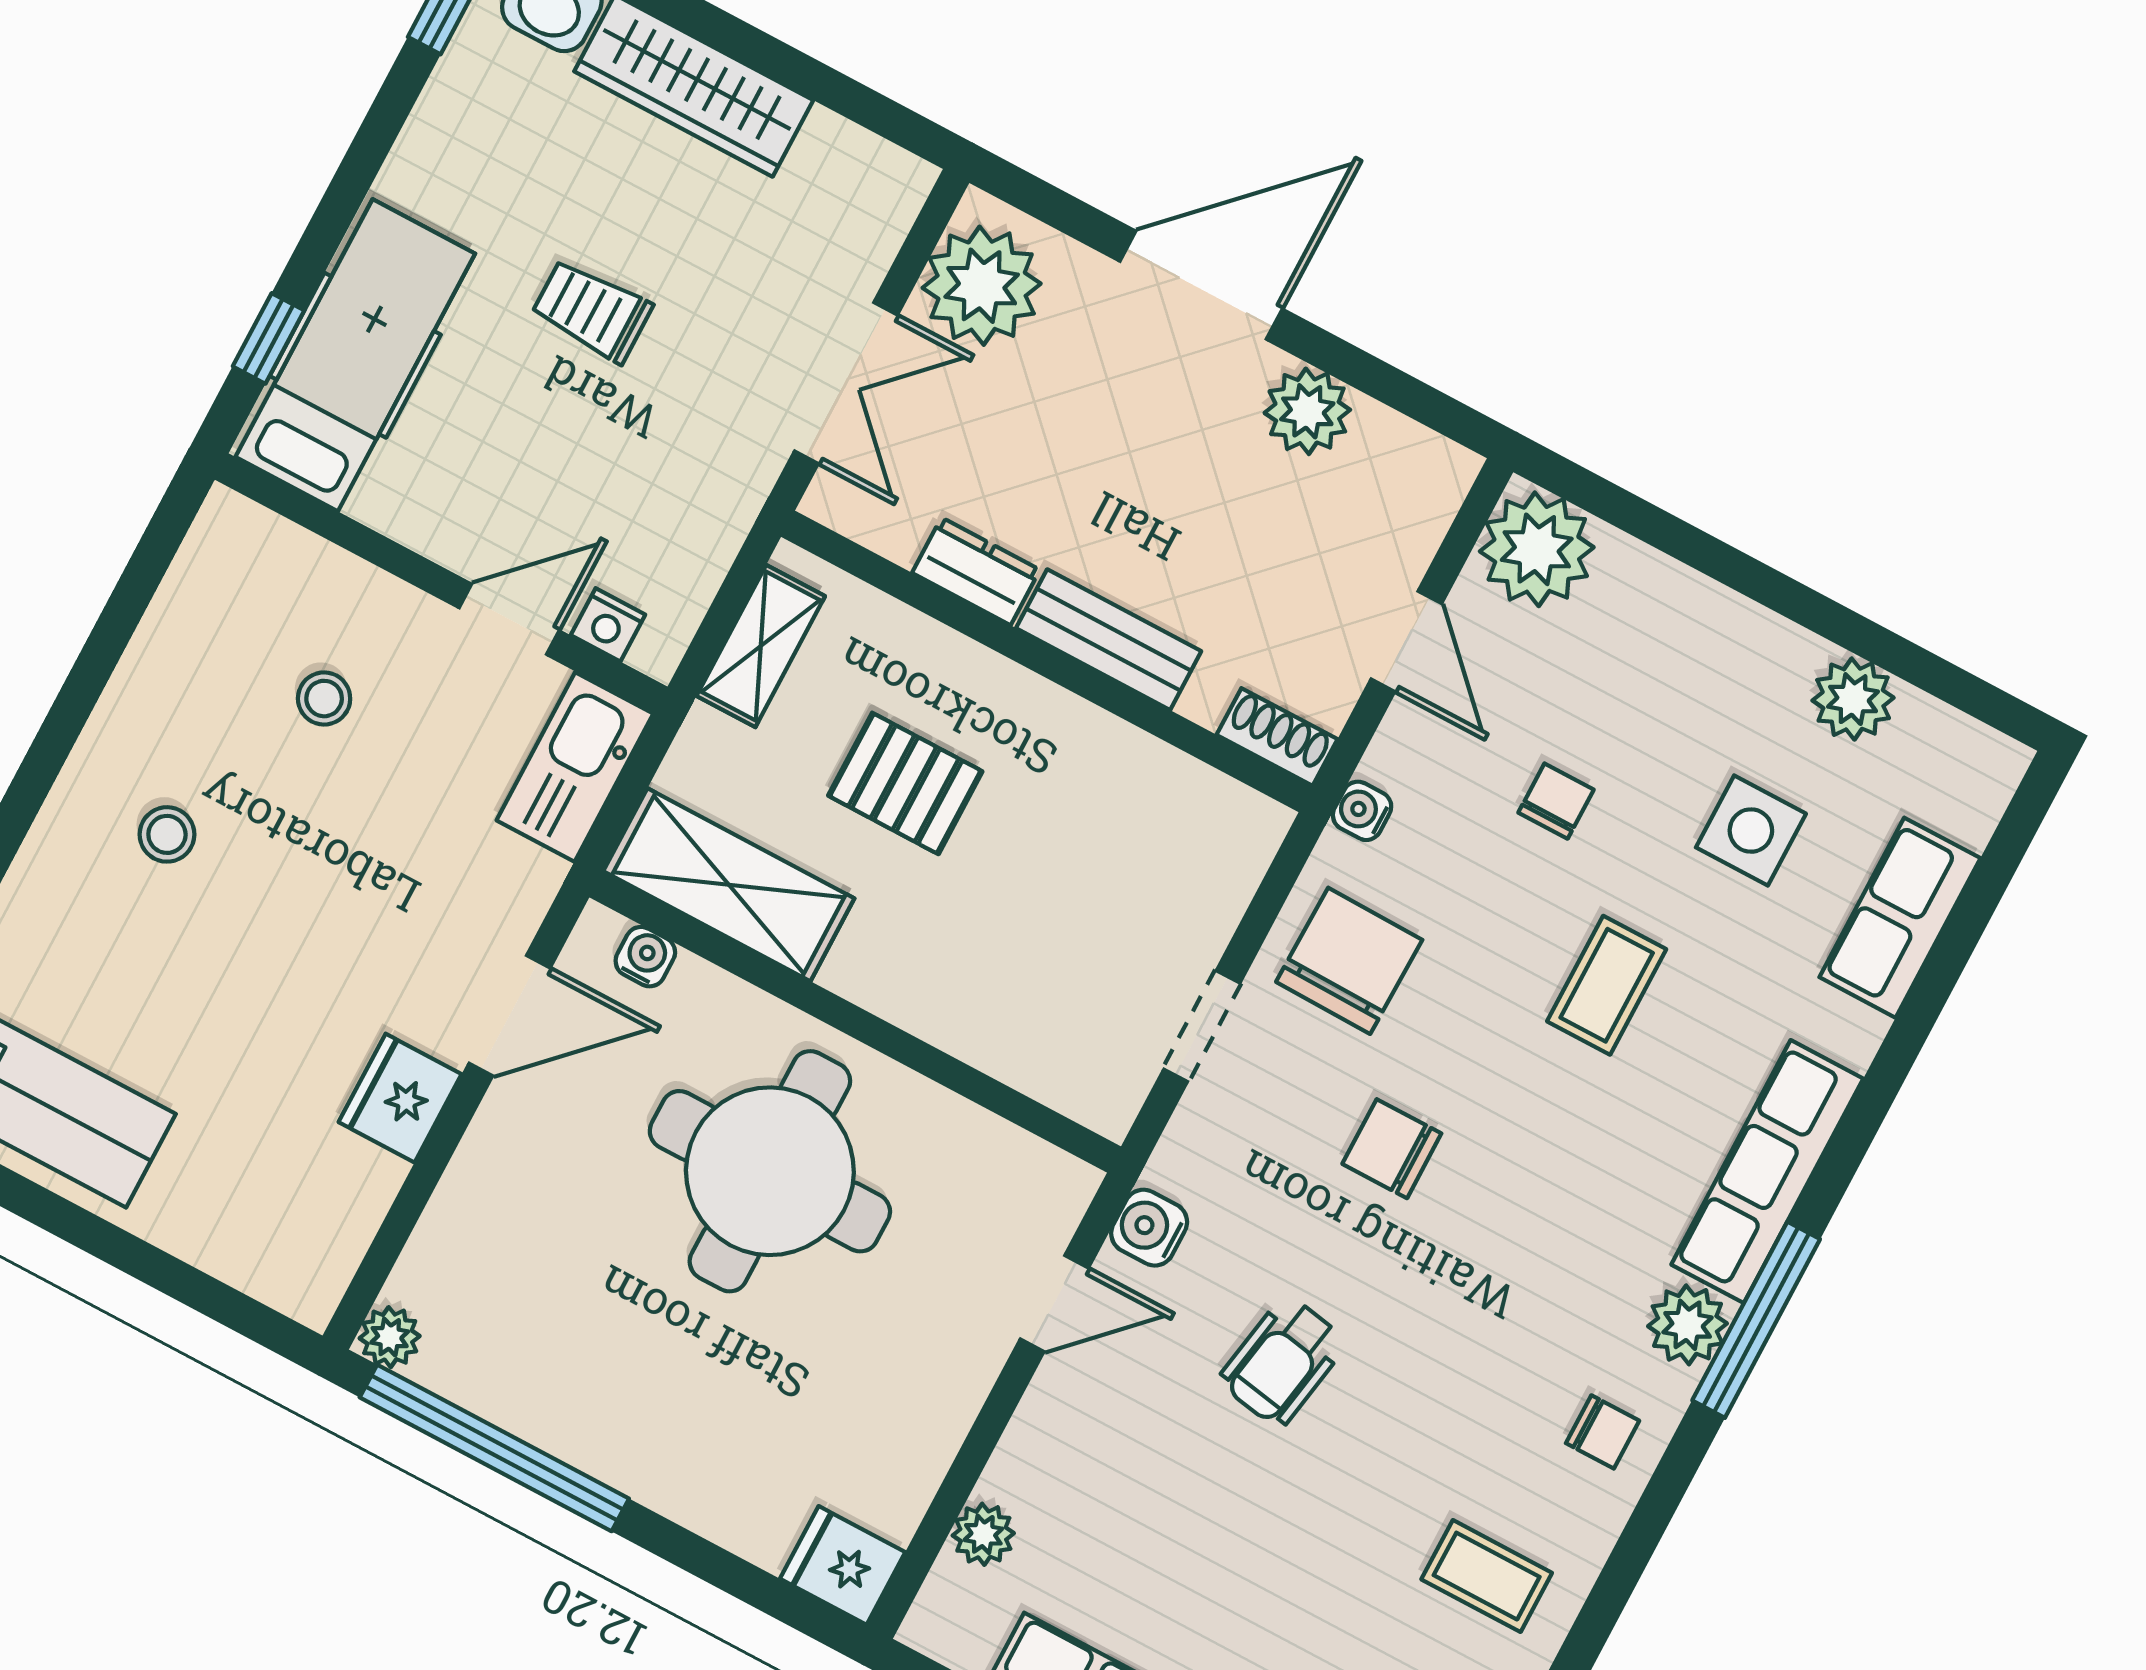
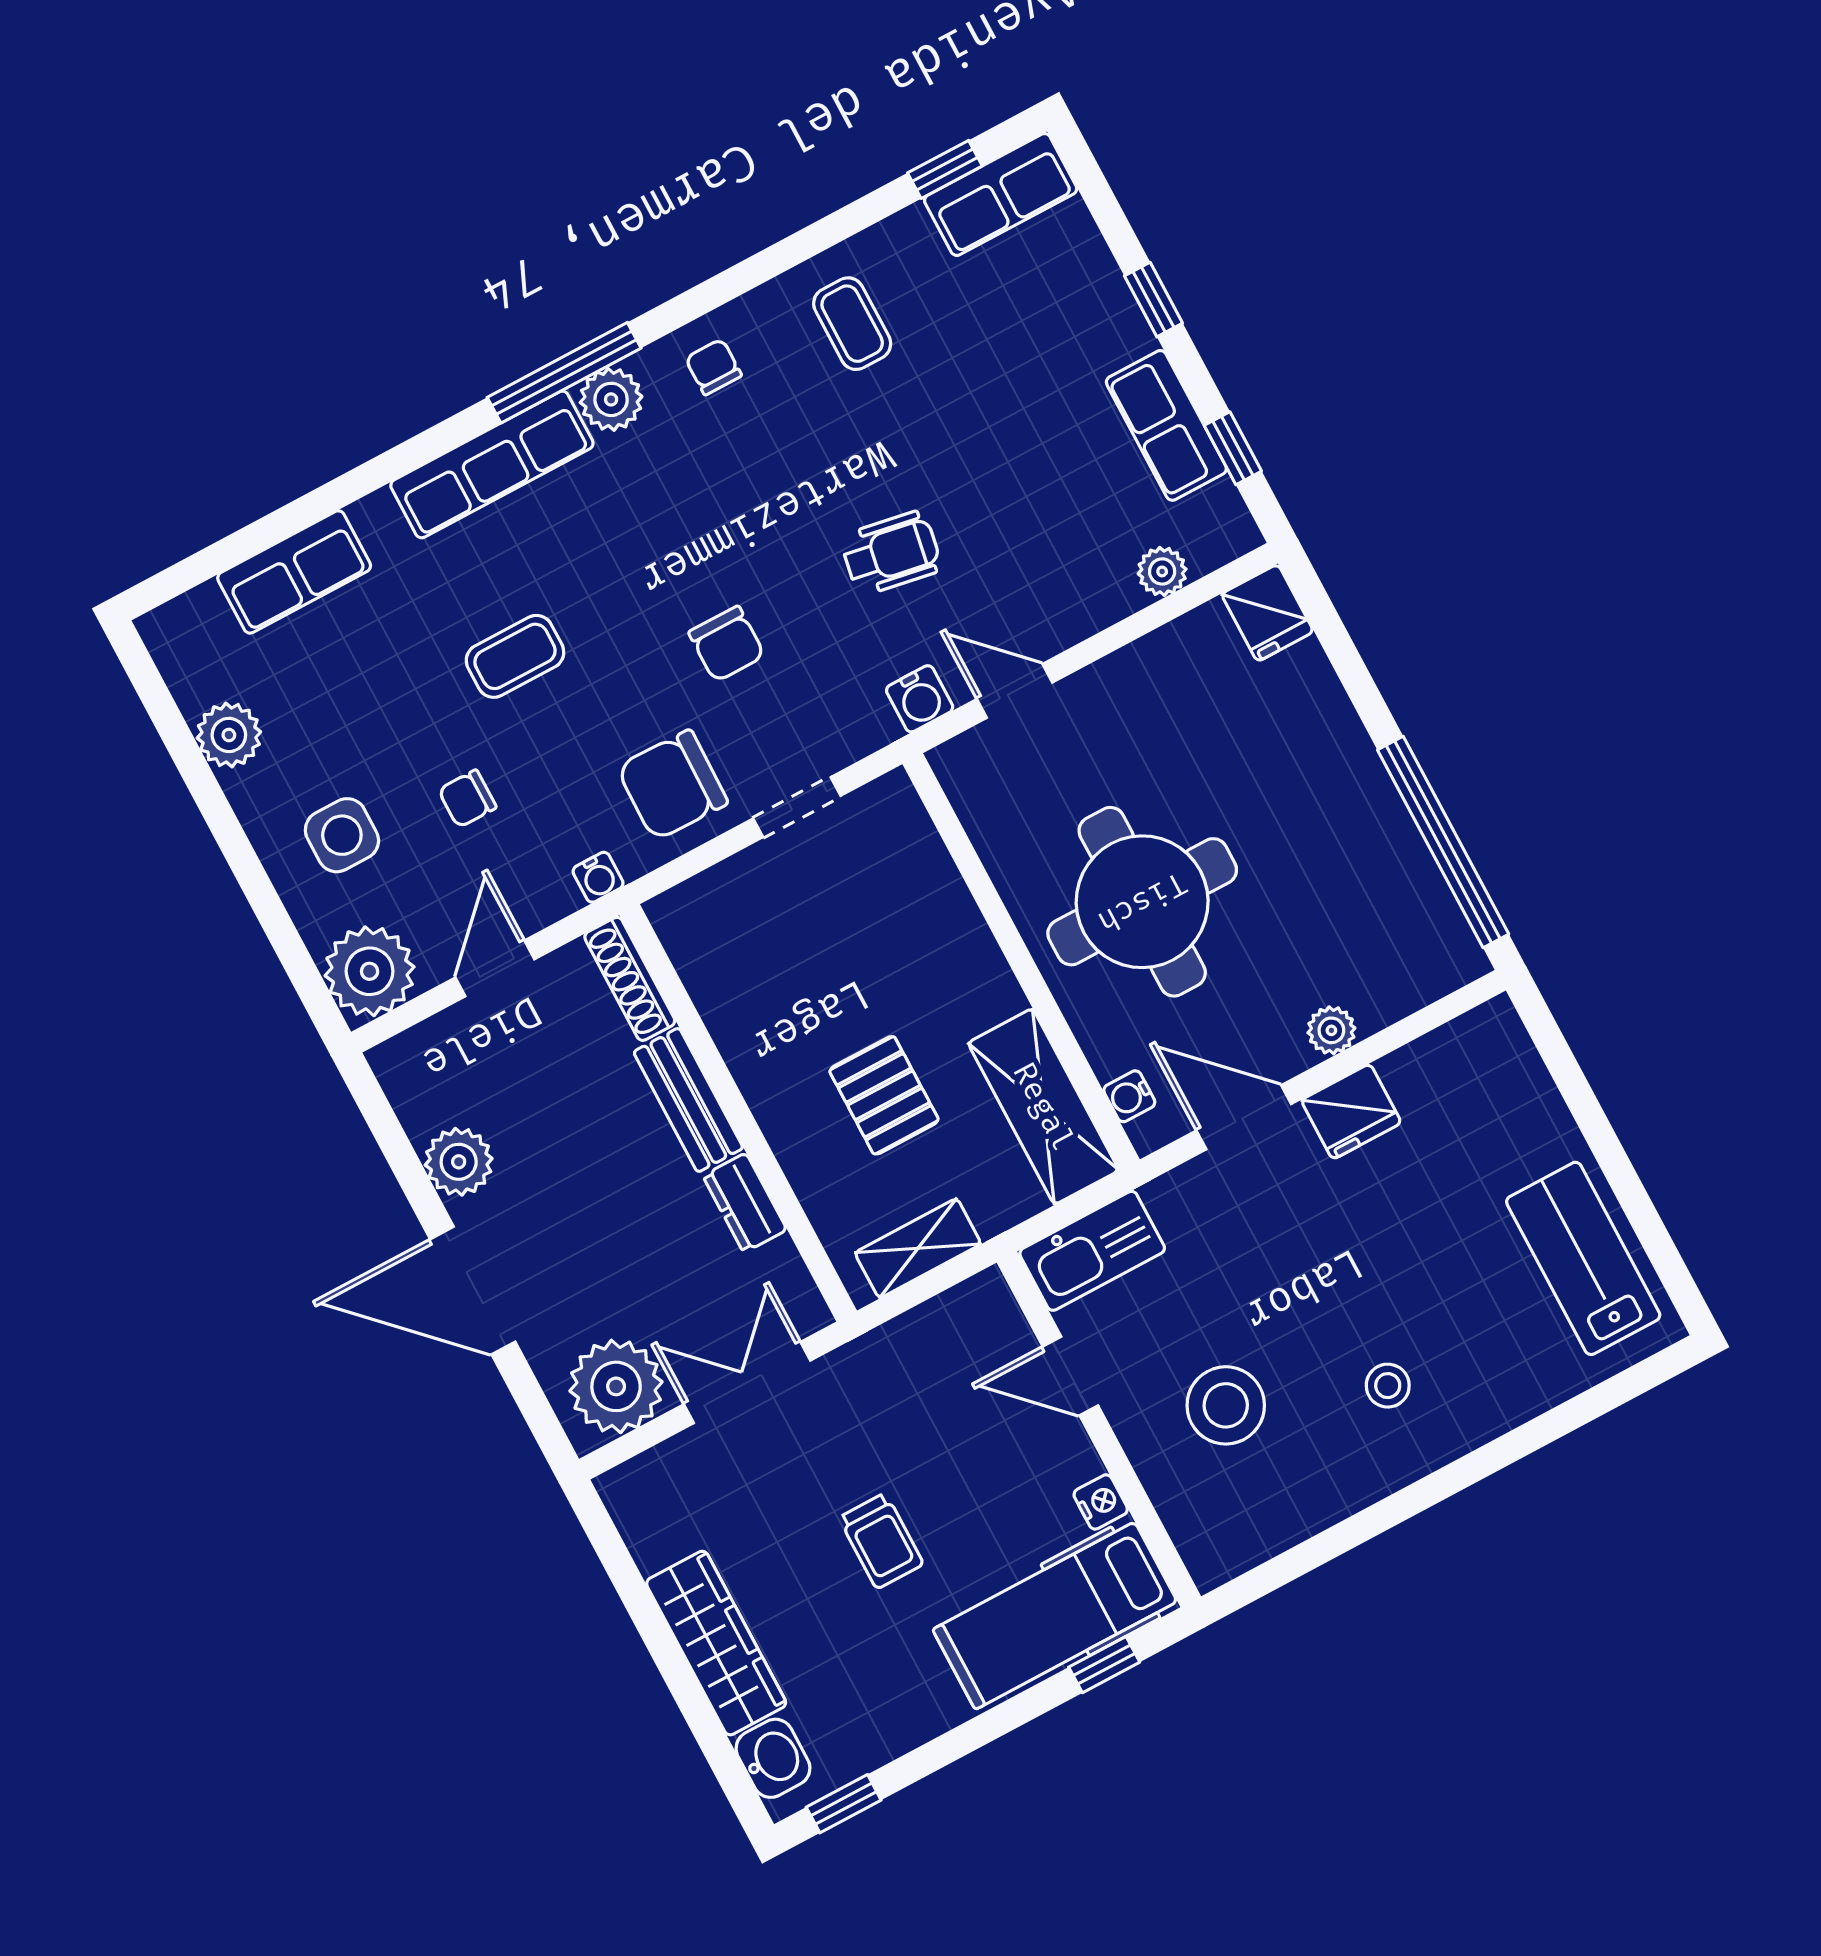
nightstand: (608, 625) -> (1101, 1502), moved
stool: (324, 699) -> (1226, 1405), width x1.89, depth x1.89
shoe rack: (1277, 737) -> (630, 979), width x1.43
side table: (1751, 831) -> (342, 835), moved
plant: (390, 1337) -> (1331, 1030), moved

